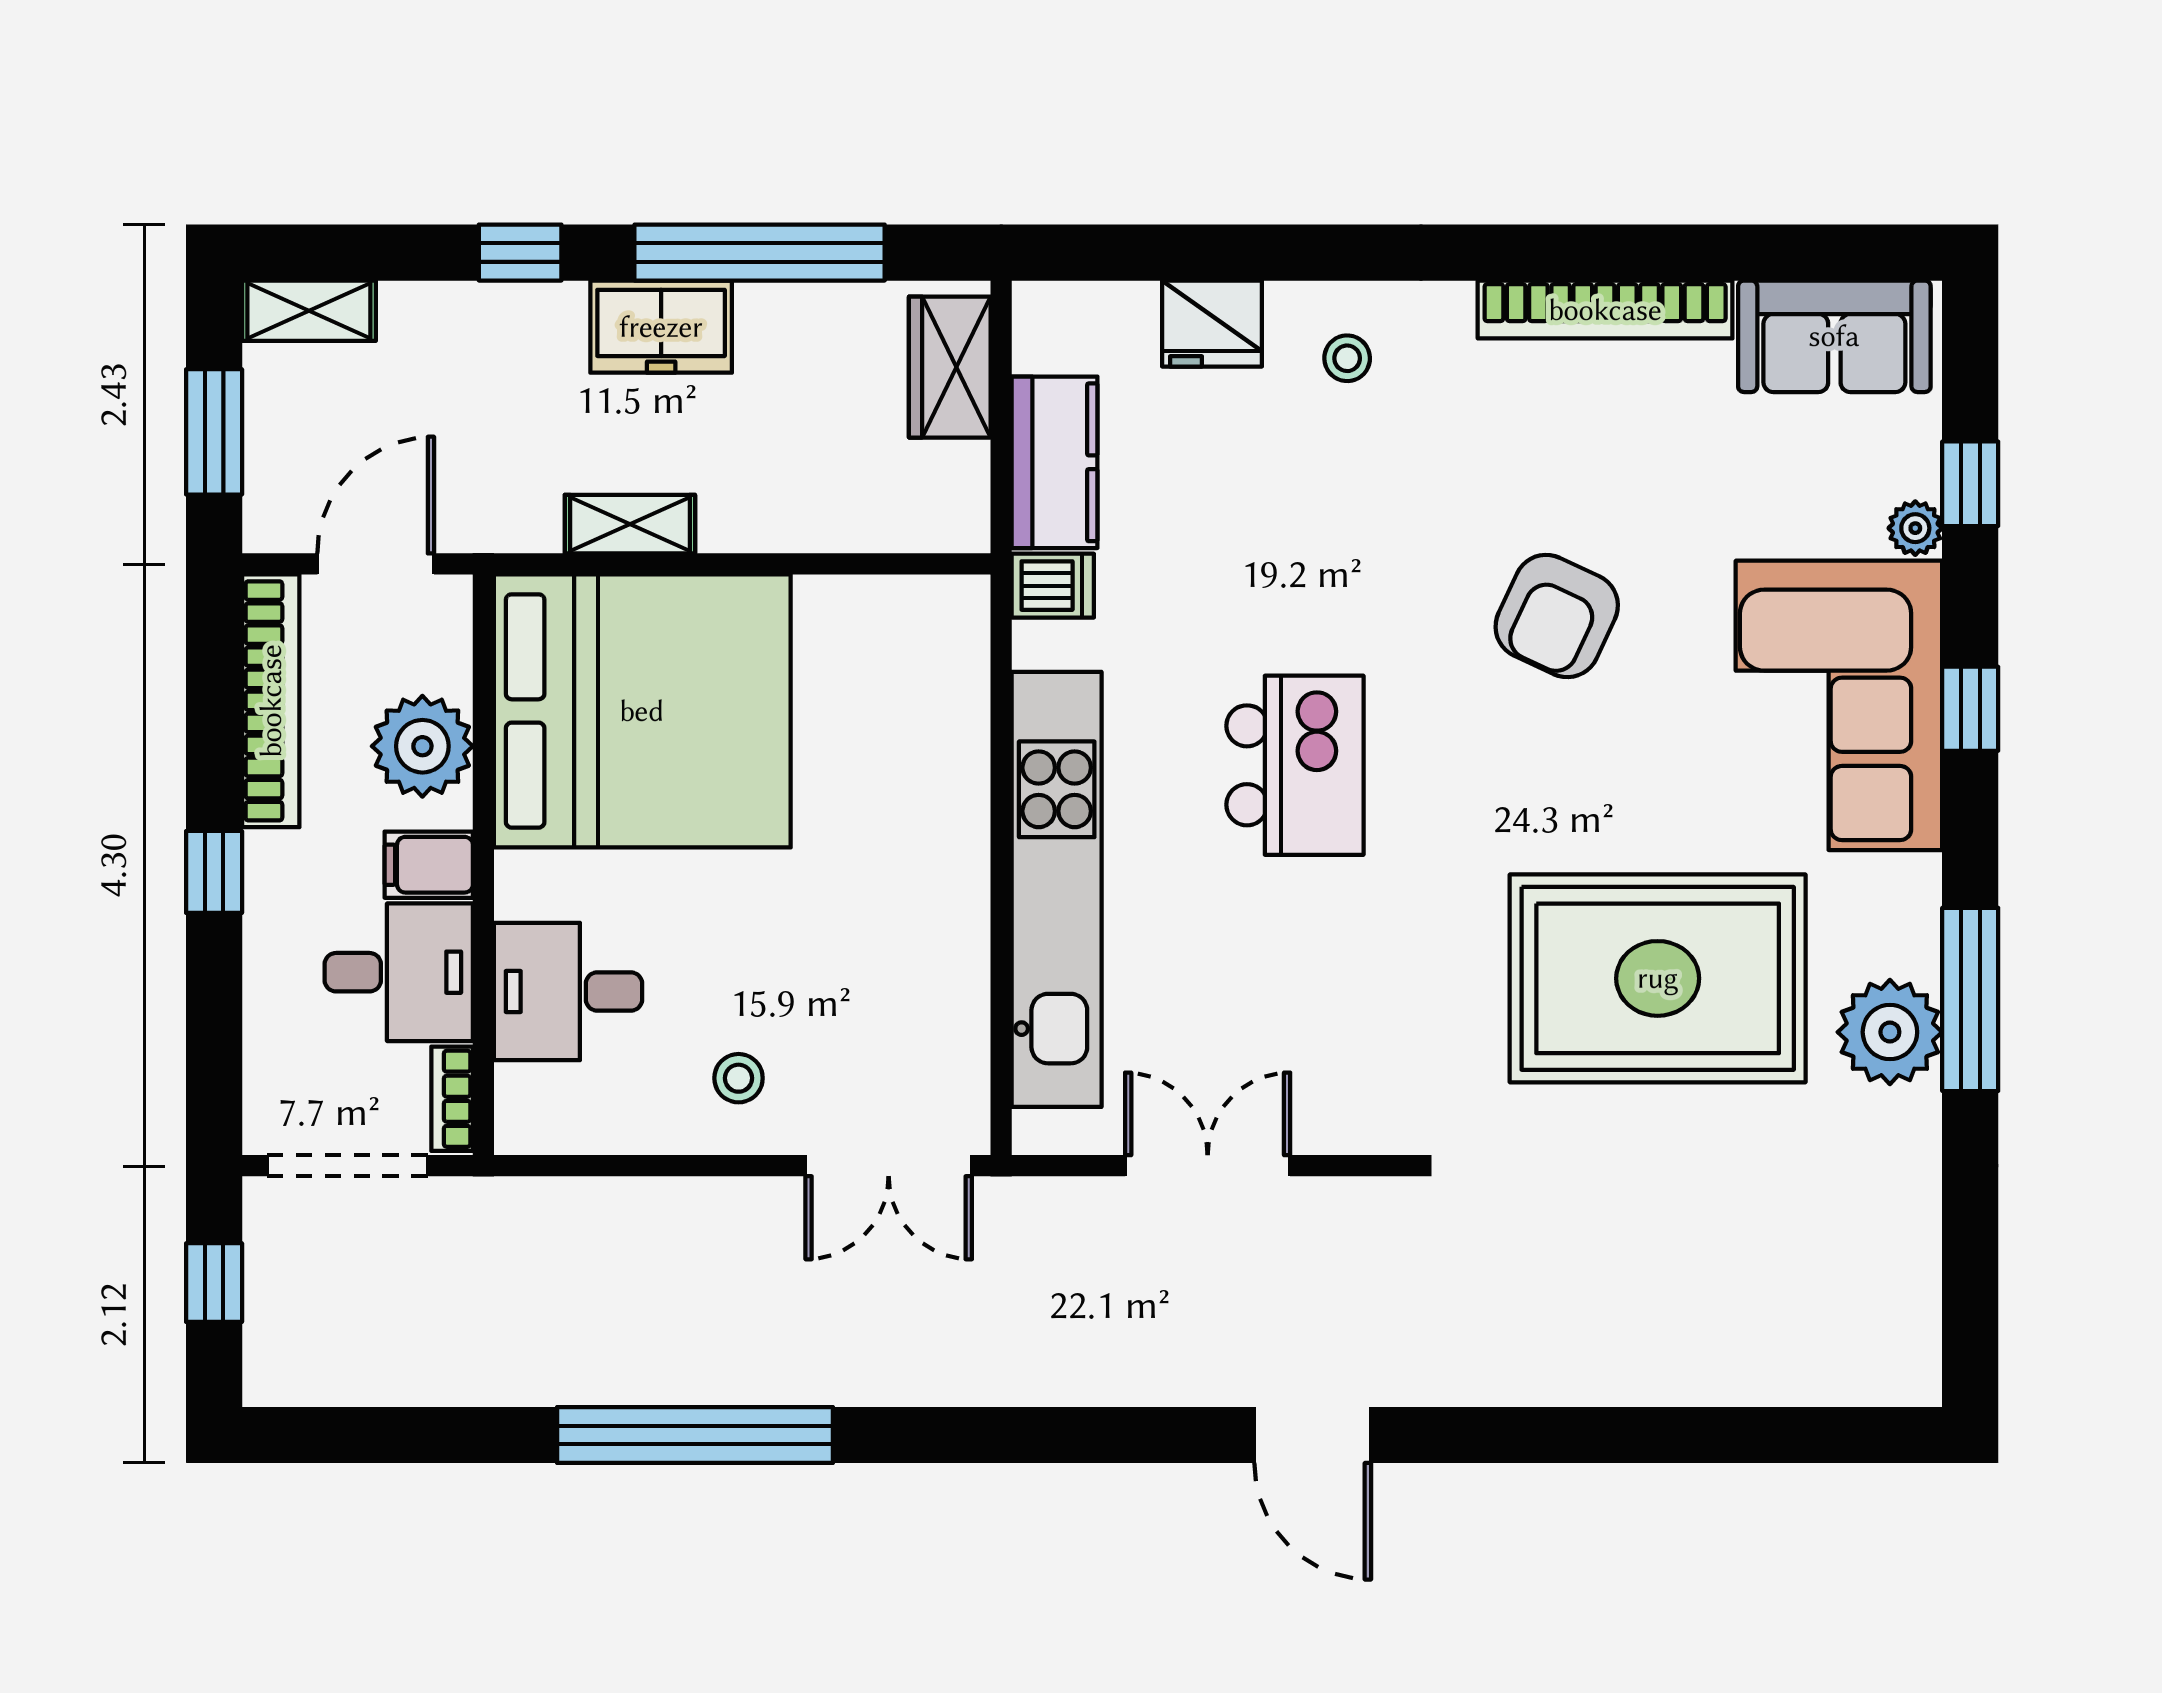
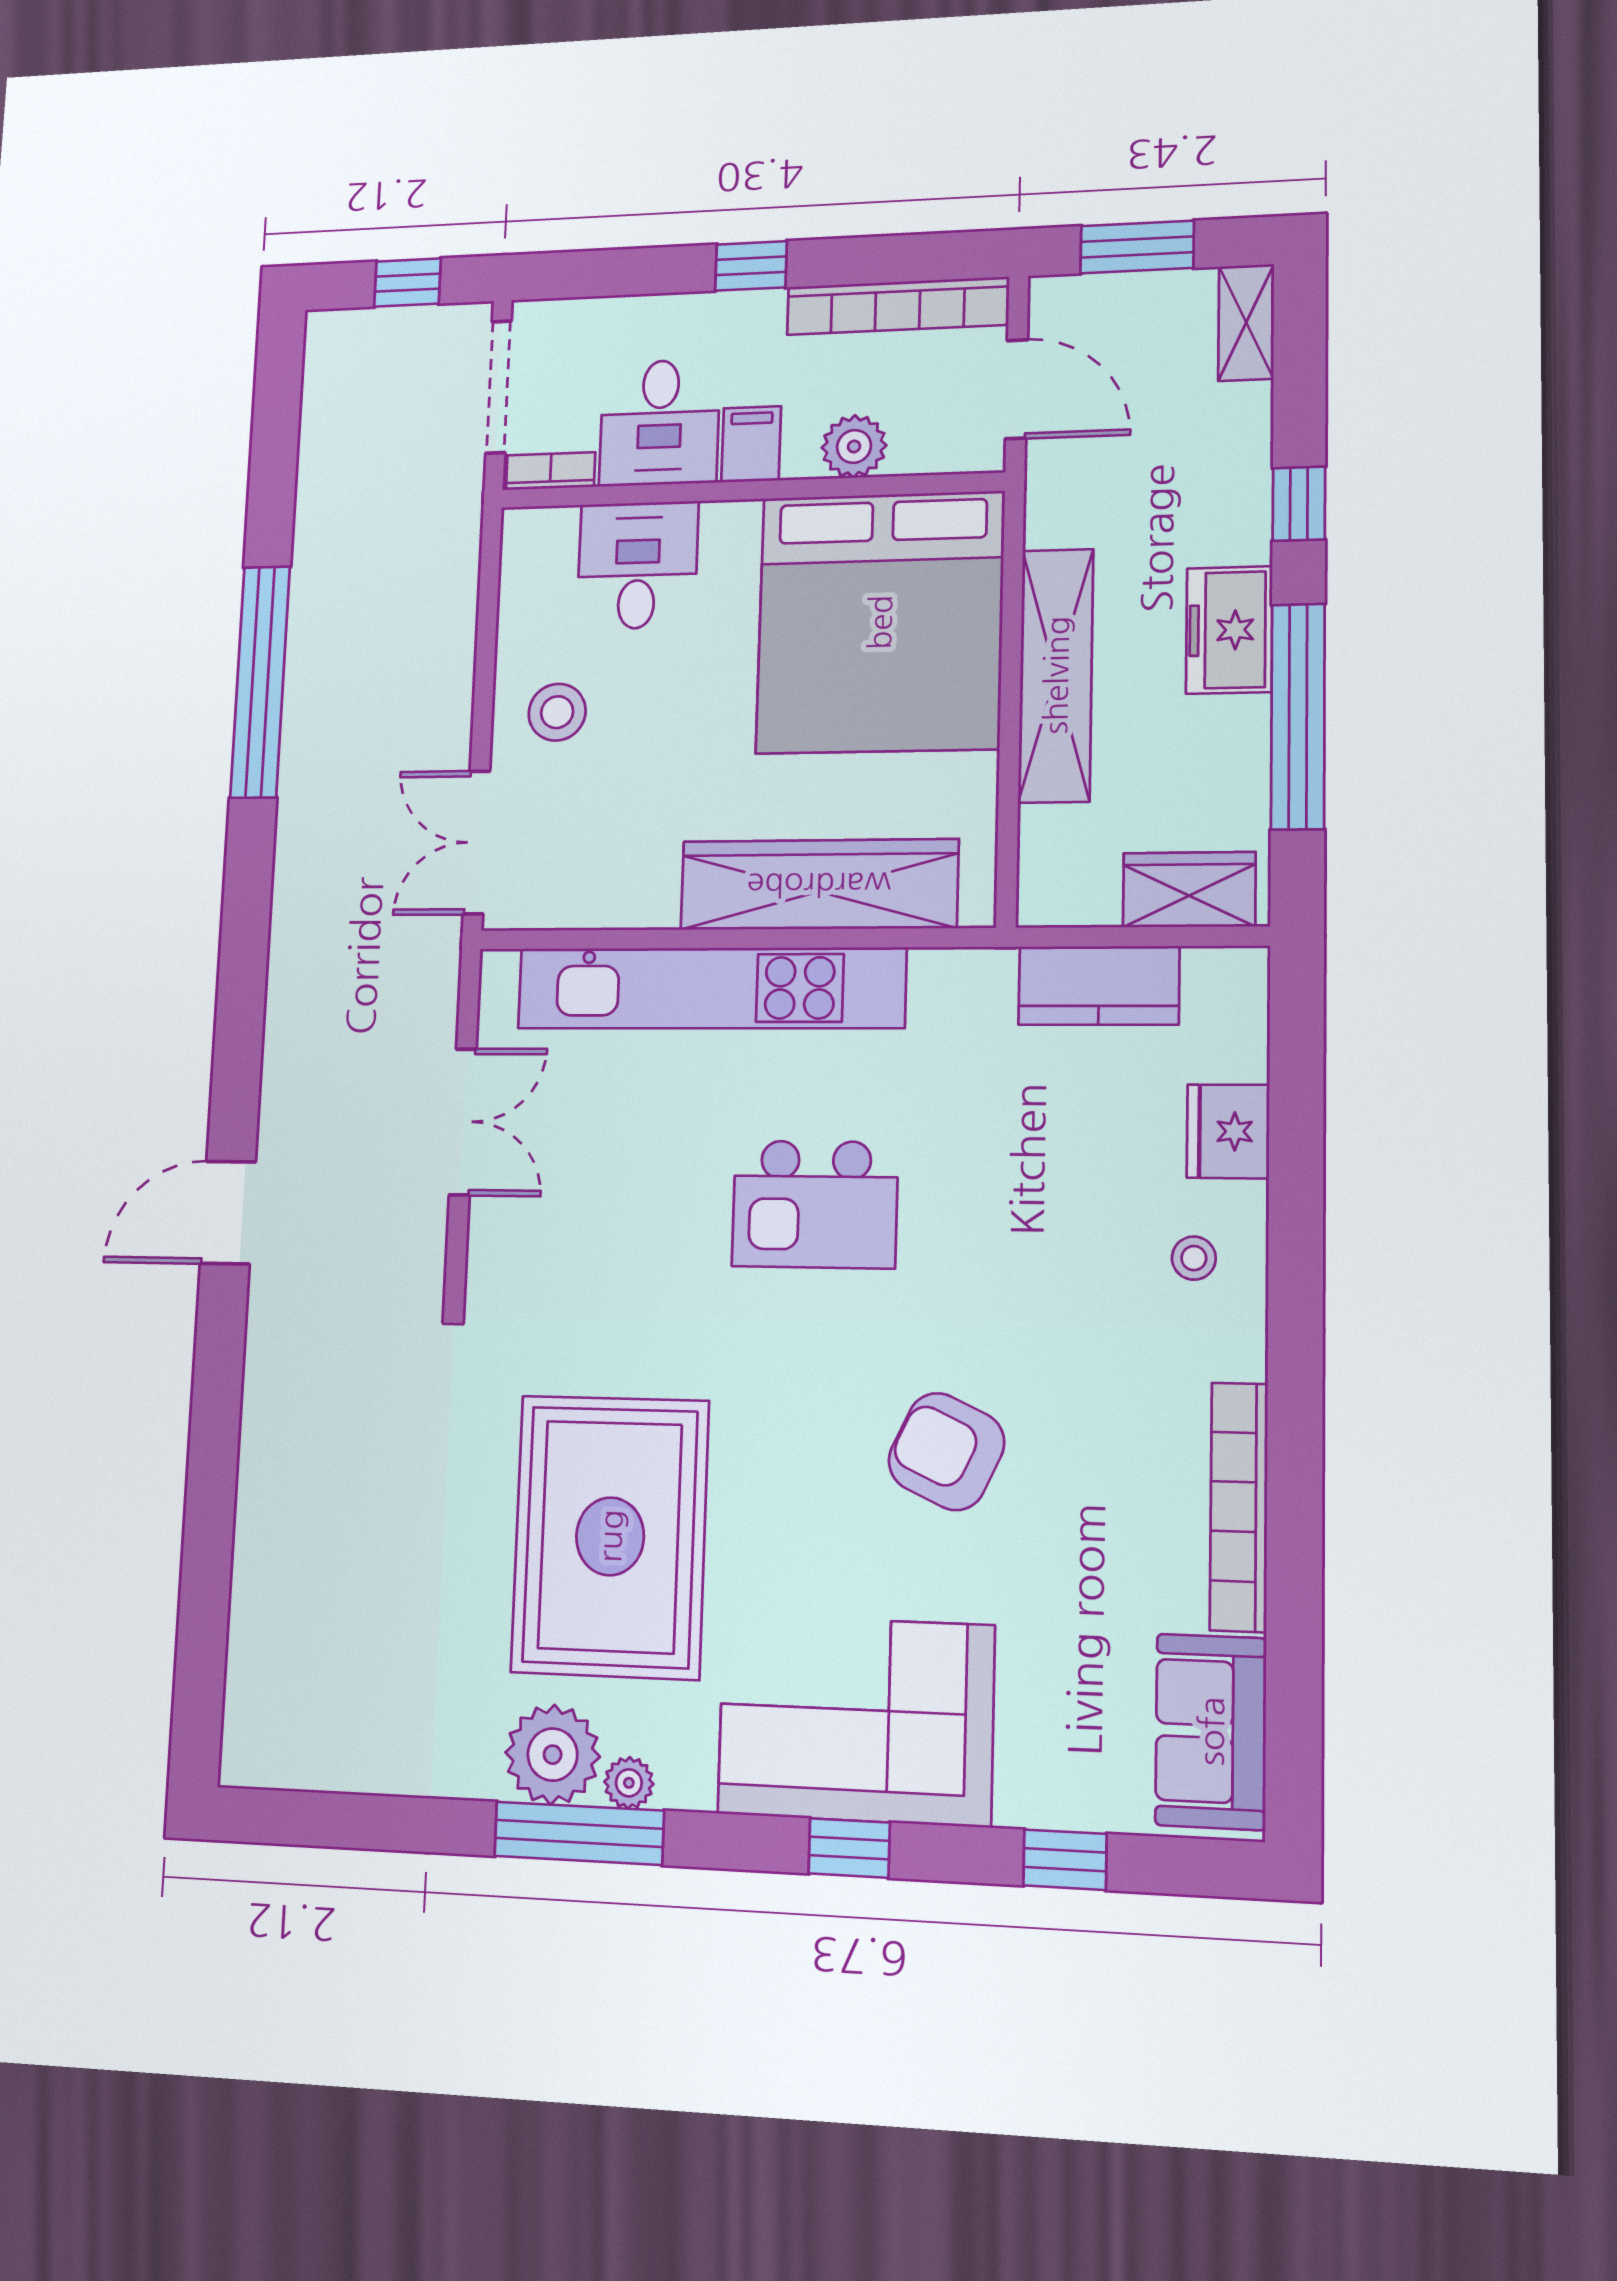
shelving: (630, 524) -> (1056, 675), width x2.20, depth x1.33
plant: (1915, 528) -> (629, 1783), moved
dishwasher: (1053, 586) -> (985, 984), removed
plant: (422, 746) -> (854, 446), width x0.73, depth x0.73
wardrobe: (941, 771) -> (819, 885), added
stool: (739, 1078) -> (557, 712), width x1.37, depth x1.37

